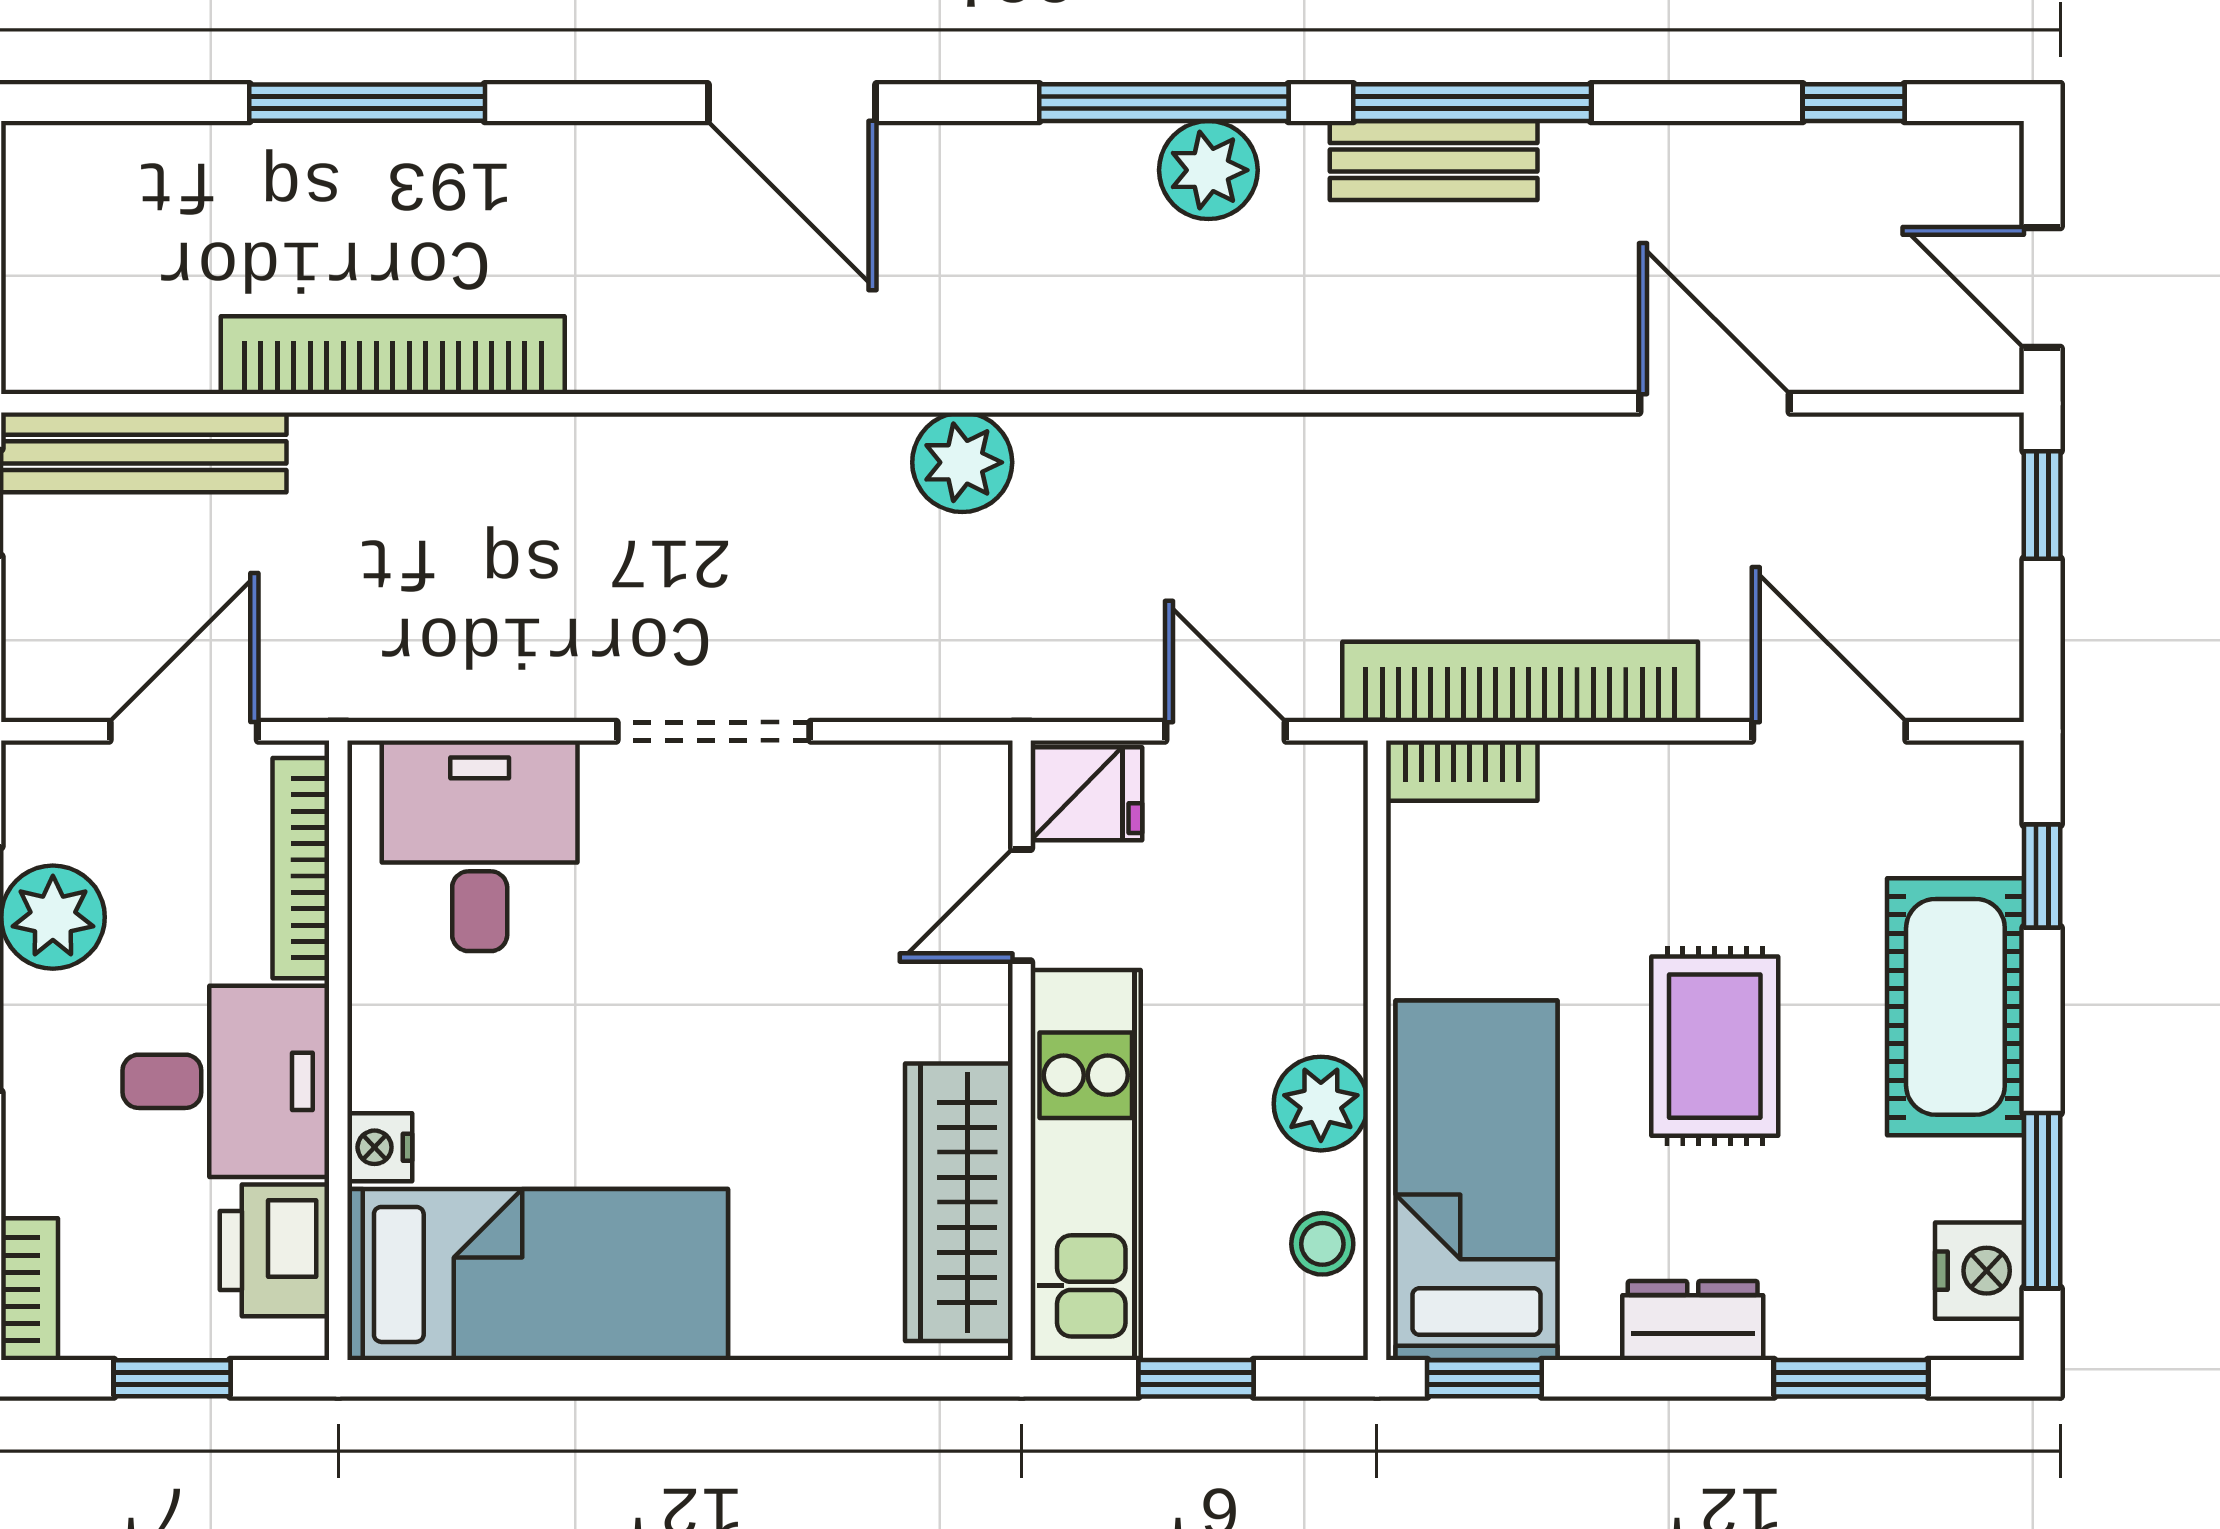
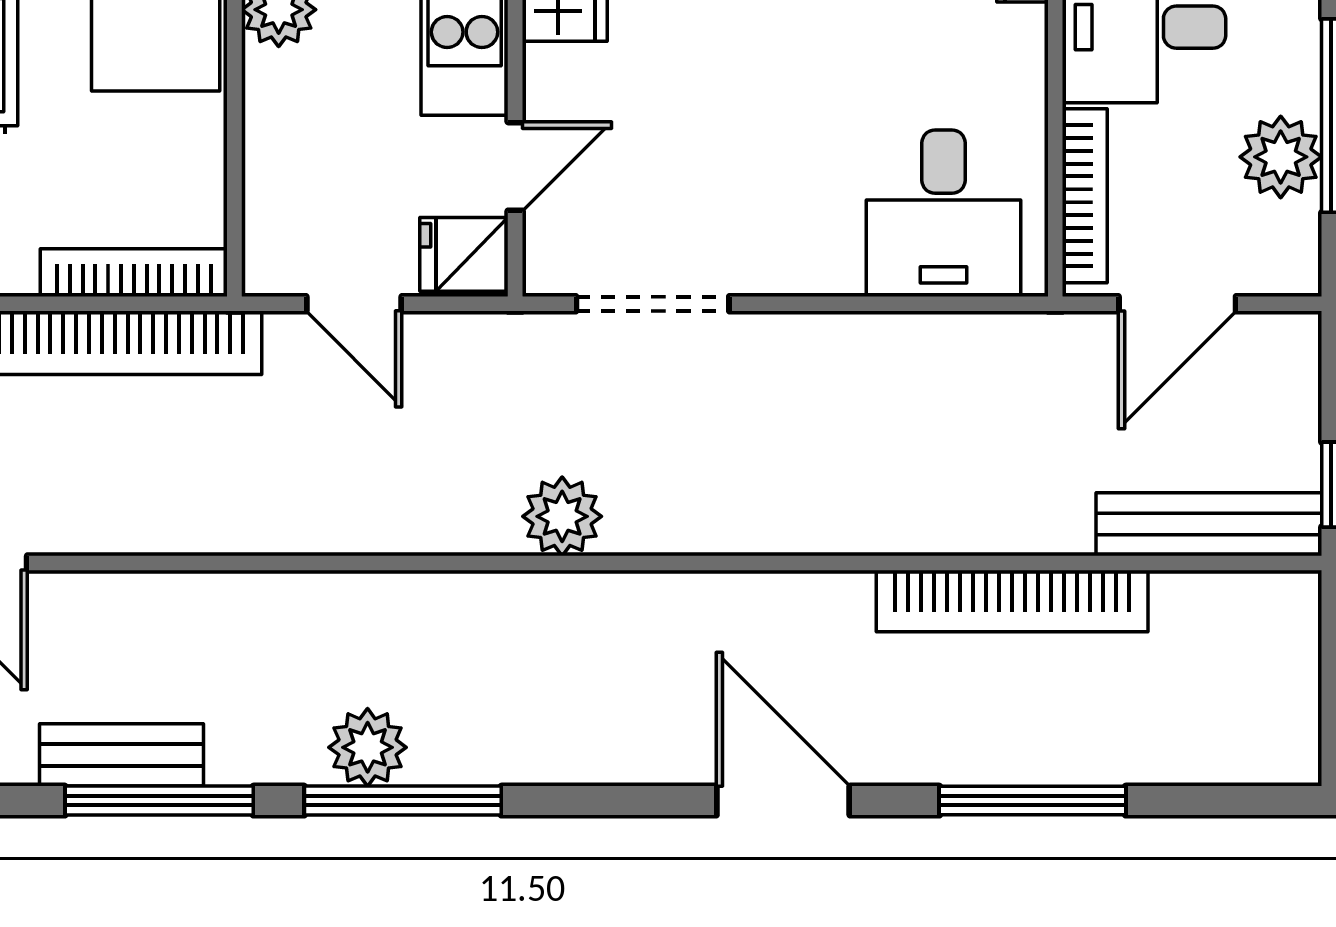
door: (792, 103) -> (783, 801), moved
bench: (1434, 160) -> (122, 755), moved
doorway: (714, 731) -> (653, 304), moved
bookcase: (1462, 771) -> (134, 273), width x1.56

